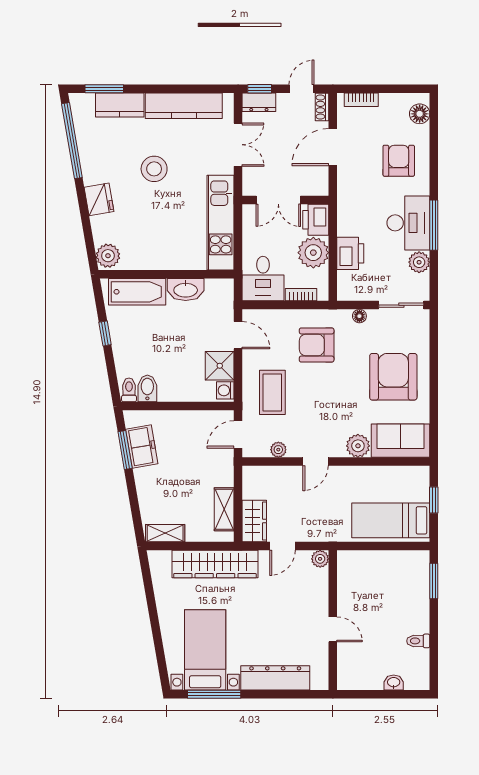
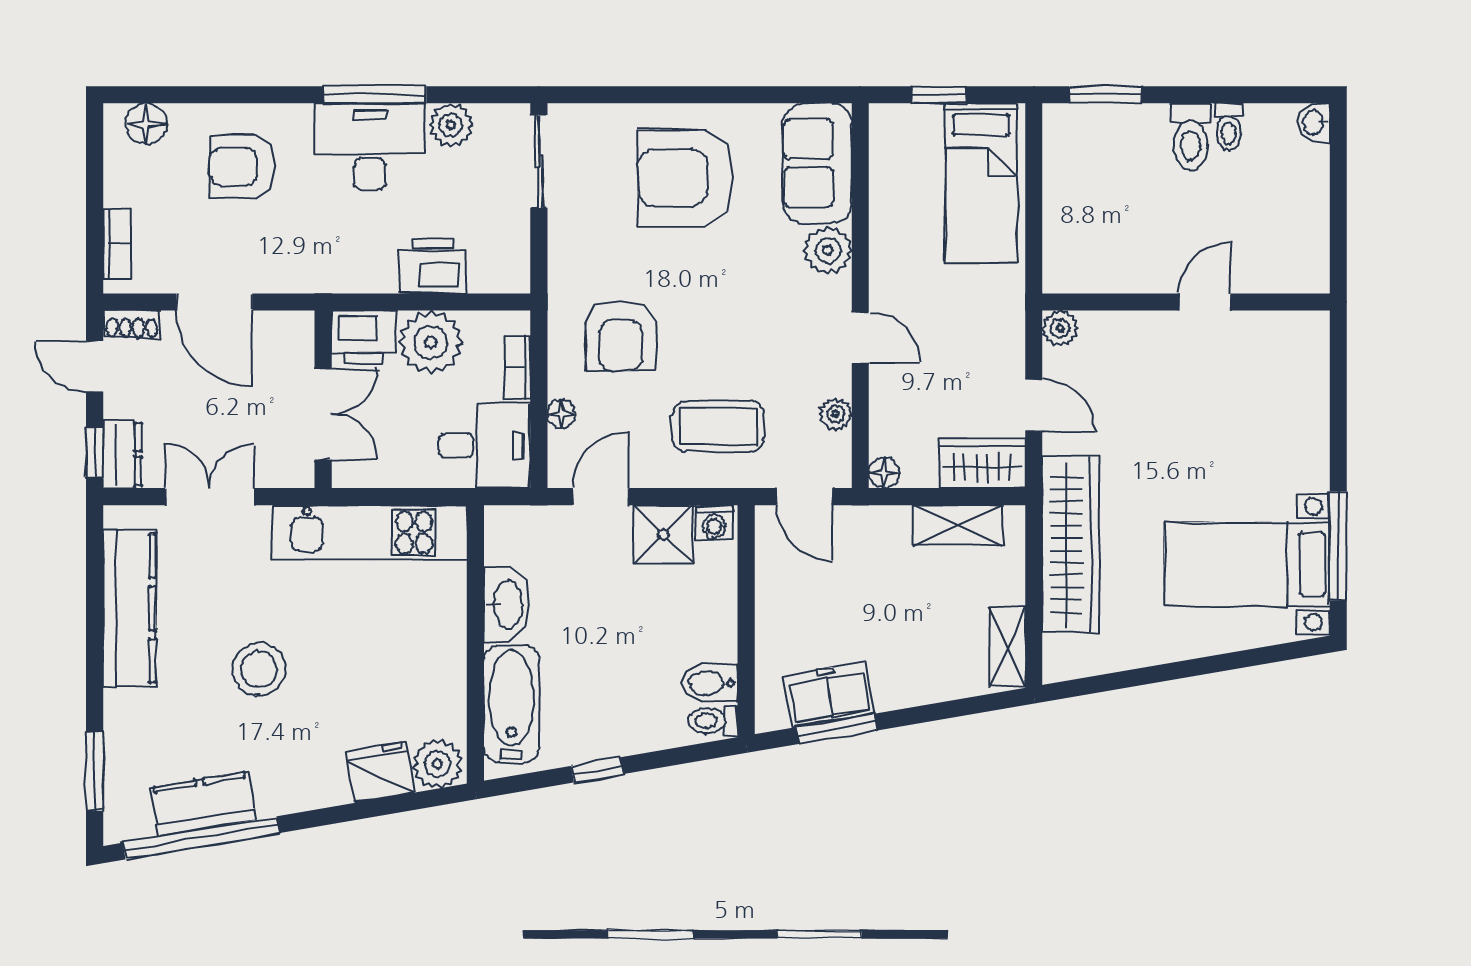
kitchen counter: (120, 105) -> (203, 804), moved, turned -100
fridge: (99, 199) -> (380, 772), moved
floor lamp: (359, 316) -> (561, 414), moved
floor lamp: (250, 473) -> (884, 473), added
toilet: (413, 622) -> (1191, 136), added
dresser: (275, 678) -> (1305, 420), removed
washbasin: (394, 683) -> (1314, 123), moved

